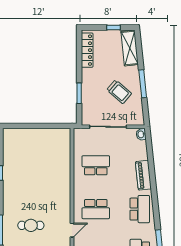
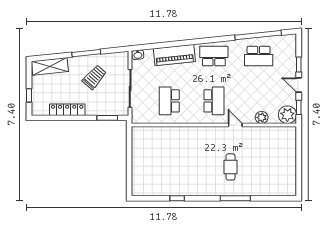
window: (113, 27) -> (29, 95), moved
locker: (87, 50) -> (67, 110), moved
window: (79, 93) -> (107, 118), moved
piano: (143, 175) -> (174, 55), width x1.37, depth x1.33

